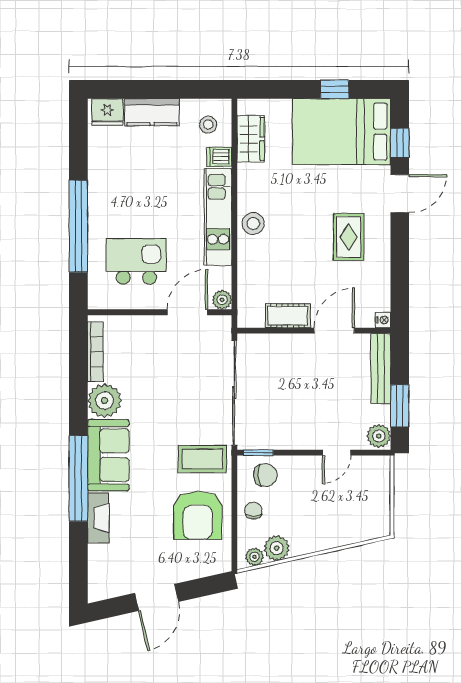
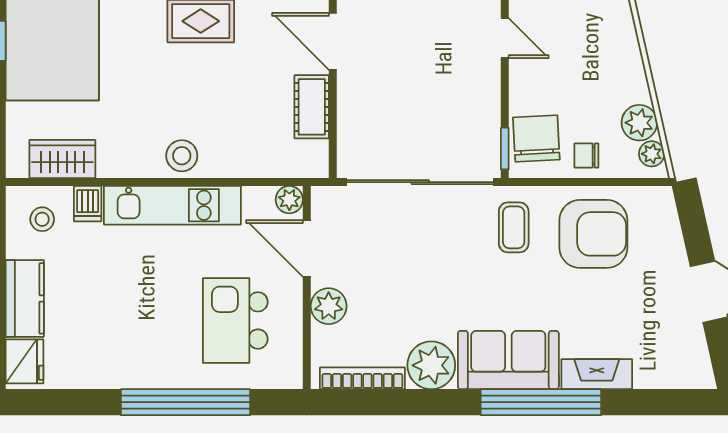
plant: (146, 328) -> (329, 306), added
coffee table: (202, 459) -> (514, 227), width x0.73, depth x0.77
chair: (265, 475) -> (536, 138), width x1.37, depth x1.37

